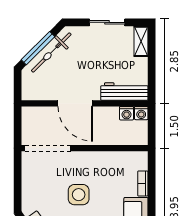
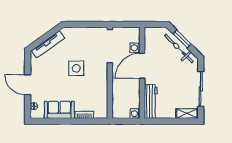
sliding door: (107, 22) -> (201, 89), width x1.37
window: (38, 48) -> (182, 39), width x0.69
washing machine: (126, 113) -> (135, 48), moved

